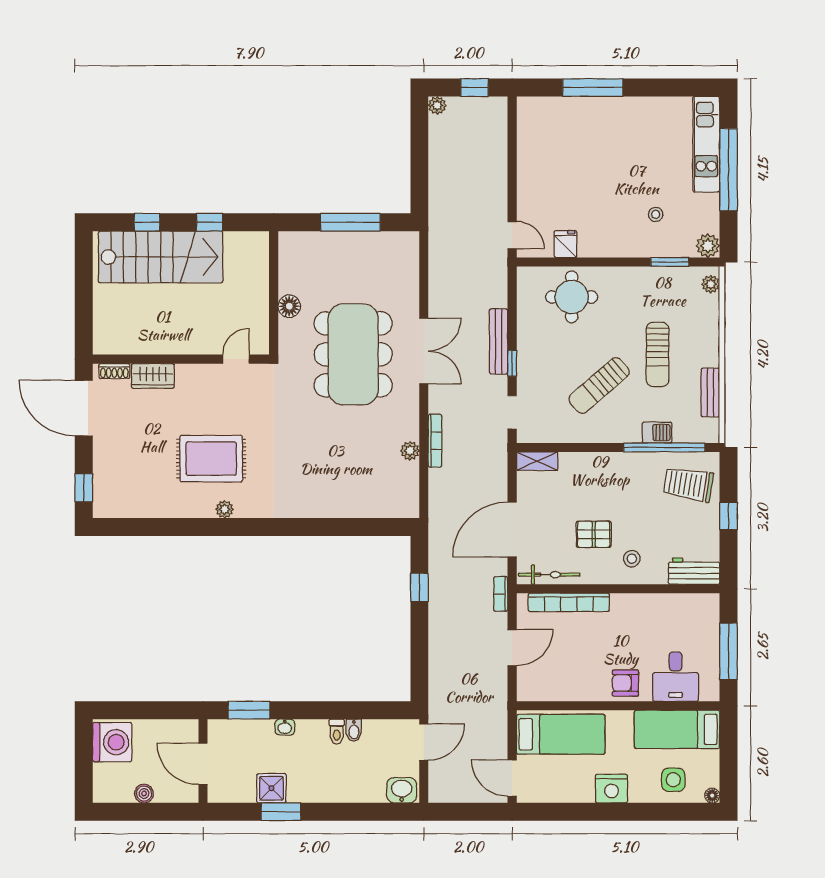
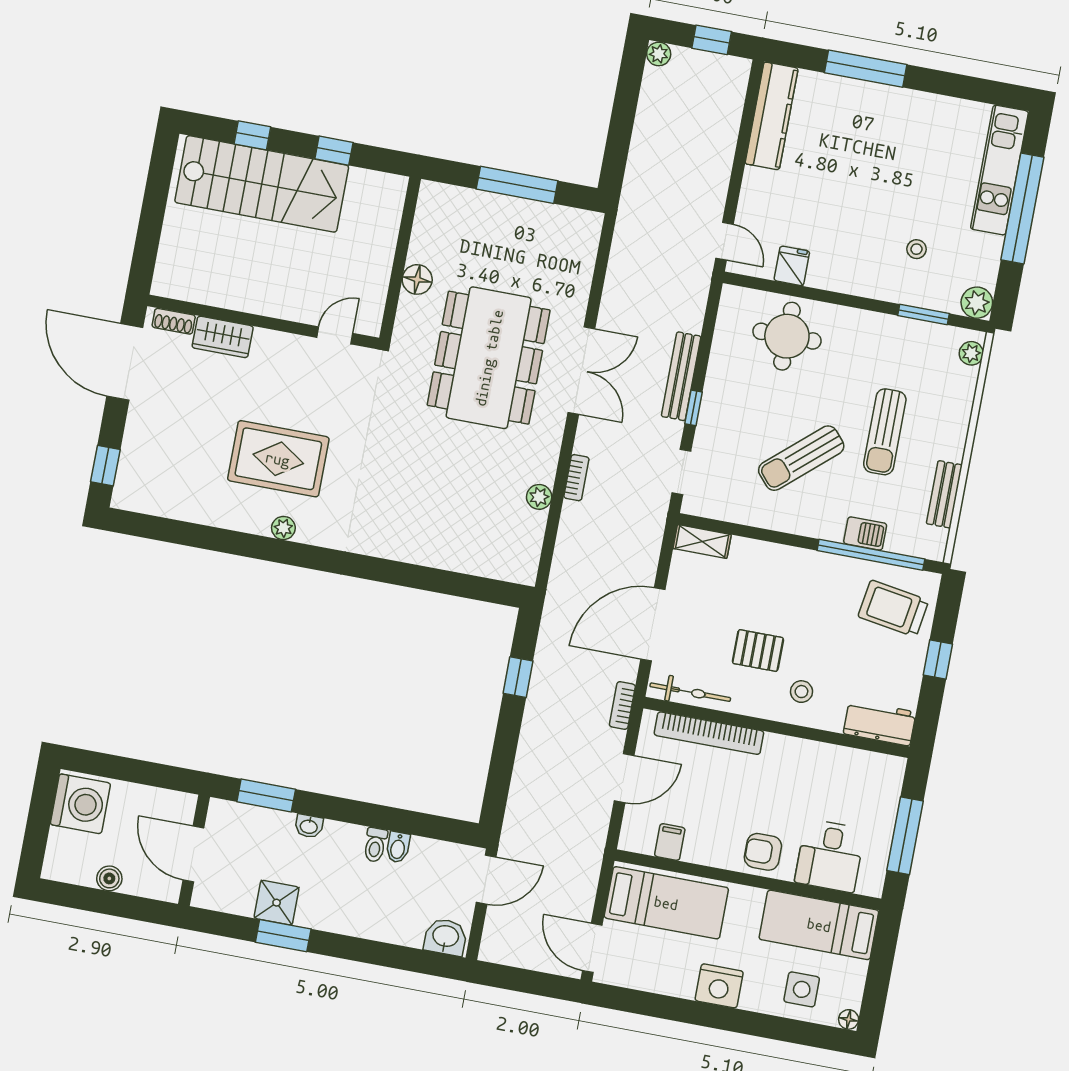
kitchen counter: (530, 136) -> (772, 116), added
bookcase: (435, 441) -> (576, 478), width x0.64
filing cabinet: (555, 689) -> (670, 842), added

